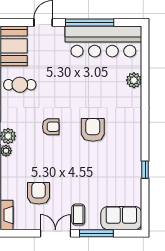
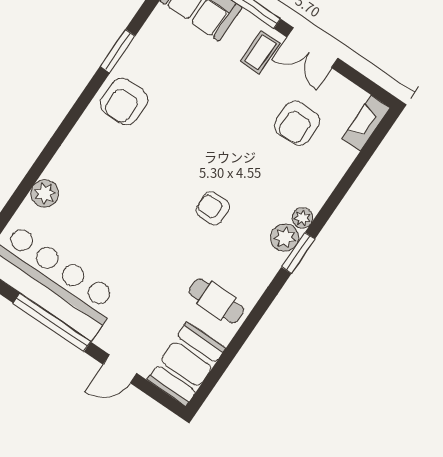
armchair: (93, 130) -> (124, 102), moved
window: (145, 170) -> (118, 51), width x1.50

